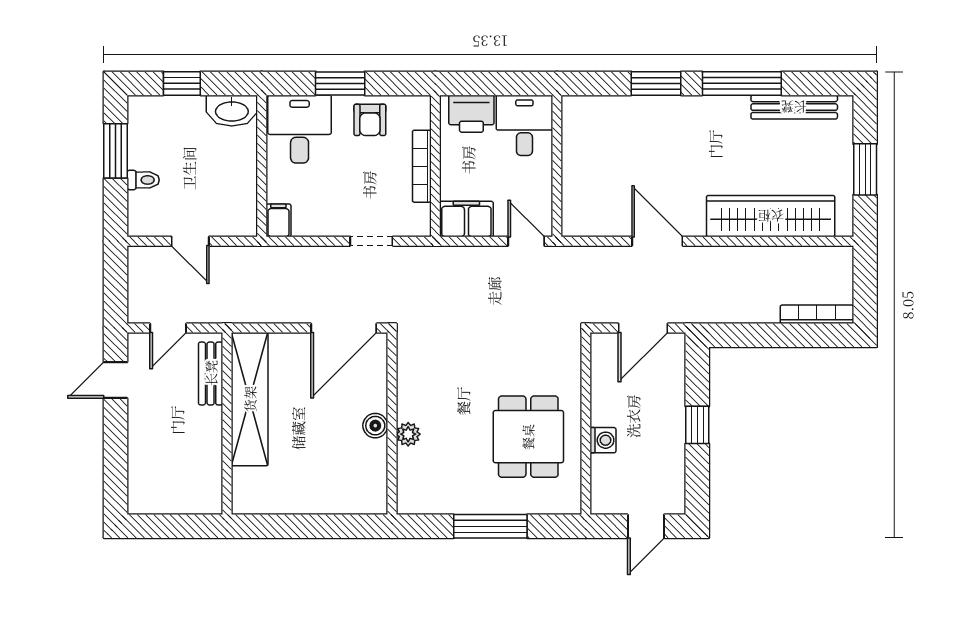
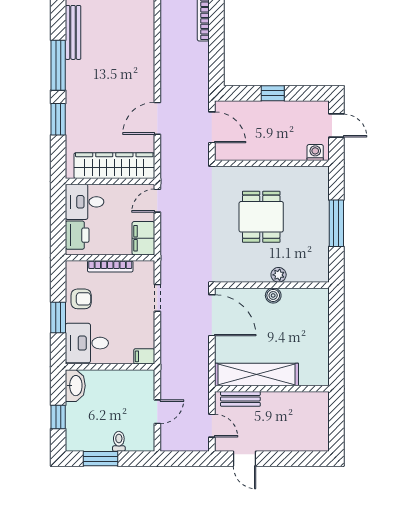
wardrobe: (771, 216) -> (114, 166), moved, turned 90
dining table: (528, 437) -> (261, 217), moved, turned 90
washing machine: (603, 440) -> (315, 152), moved

